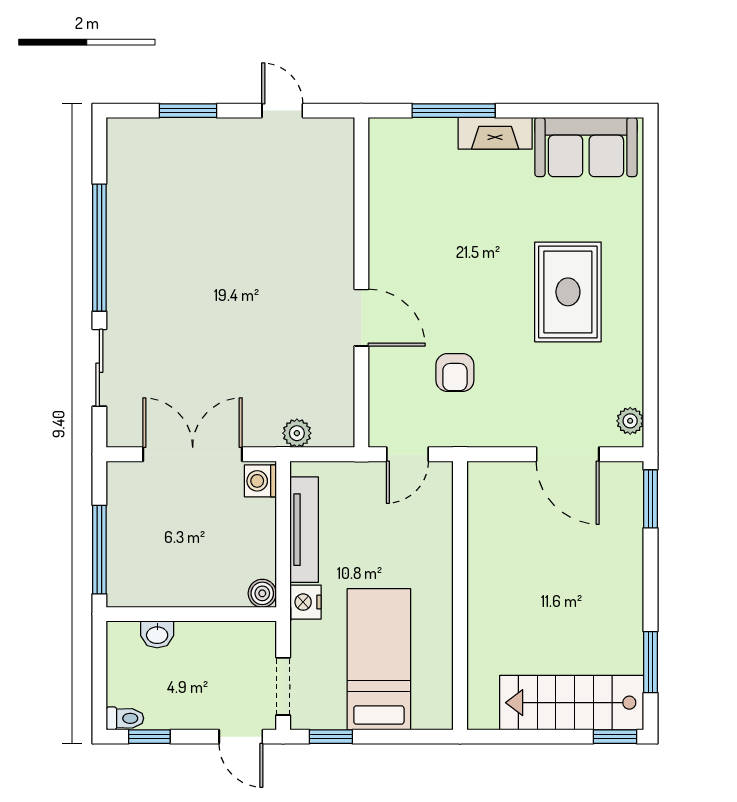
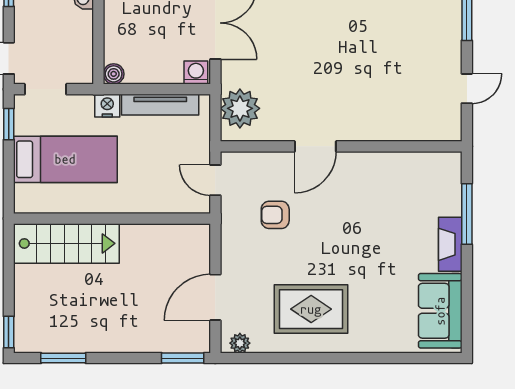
rug: (568, 292) -> (311, 309), moved
plant: (297, 433) -> (240, 108), width x1.88, depth x1.88
stairs: (572, 703) -> (66, 243), moved, turned 90

